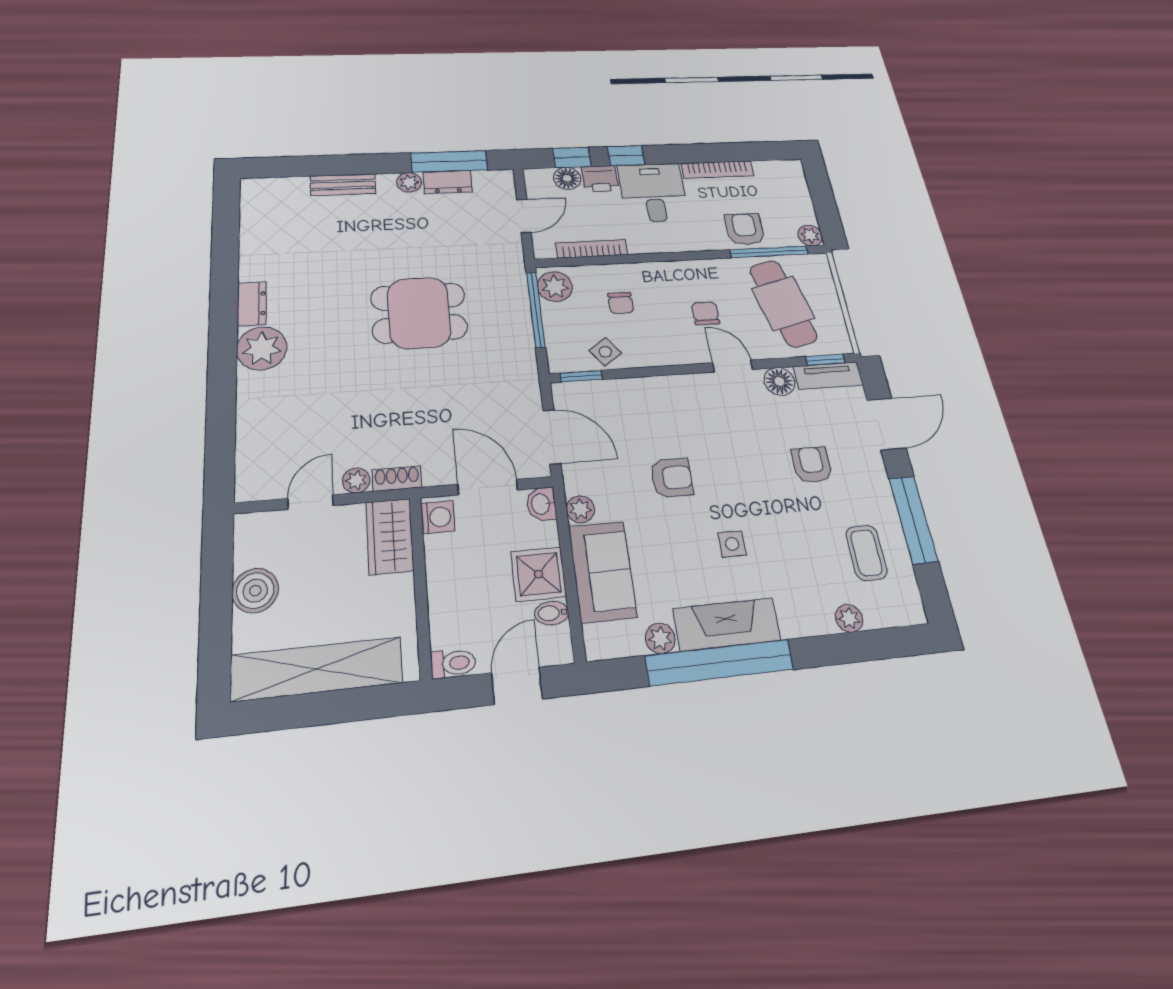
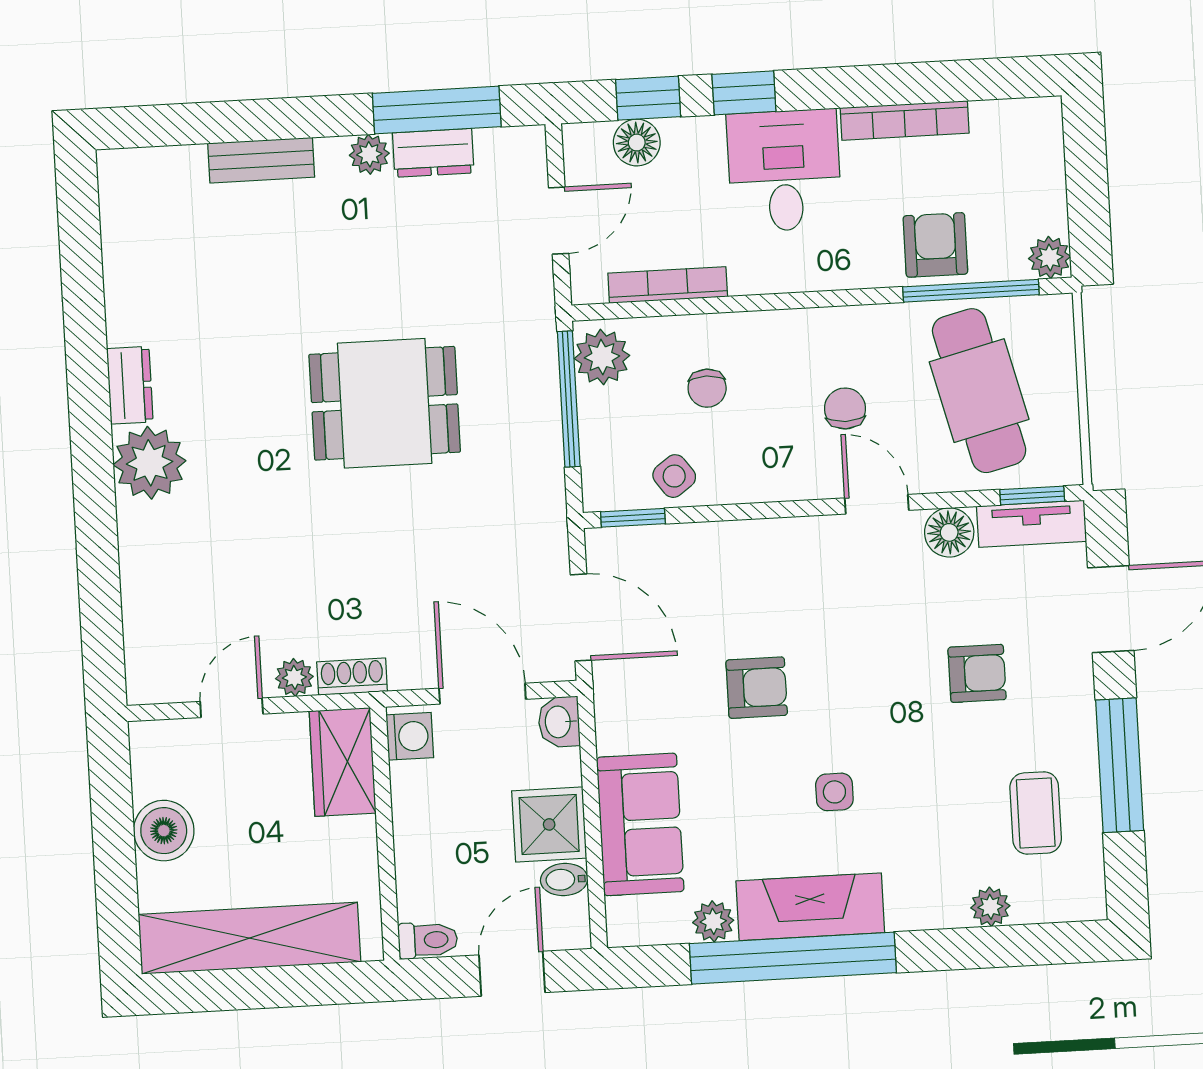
printer: (600, 179) -> (694, 143), removed
armchair: (812, 465) -> (977, 673), turned 90
plant: (580, 509) -> (615, 732), removed

